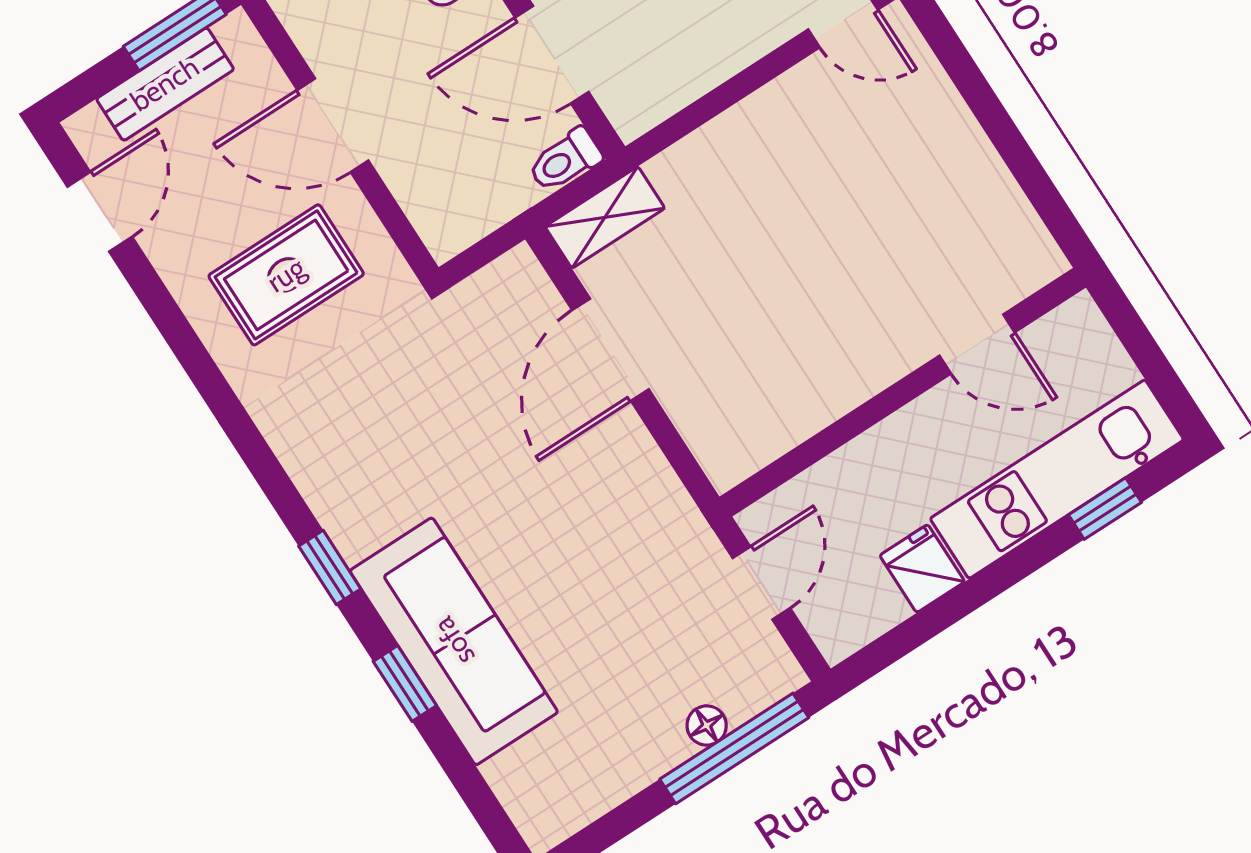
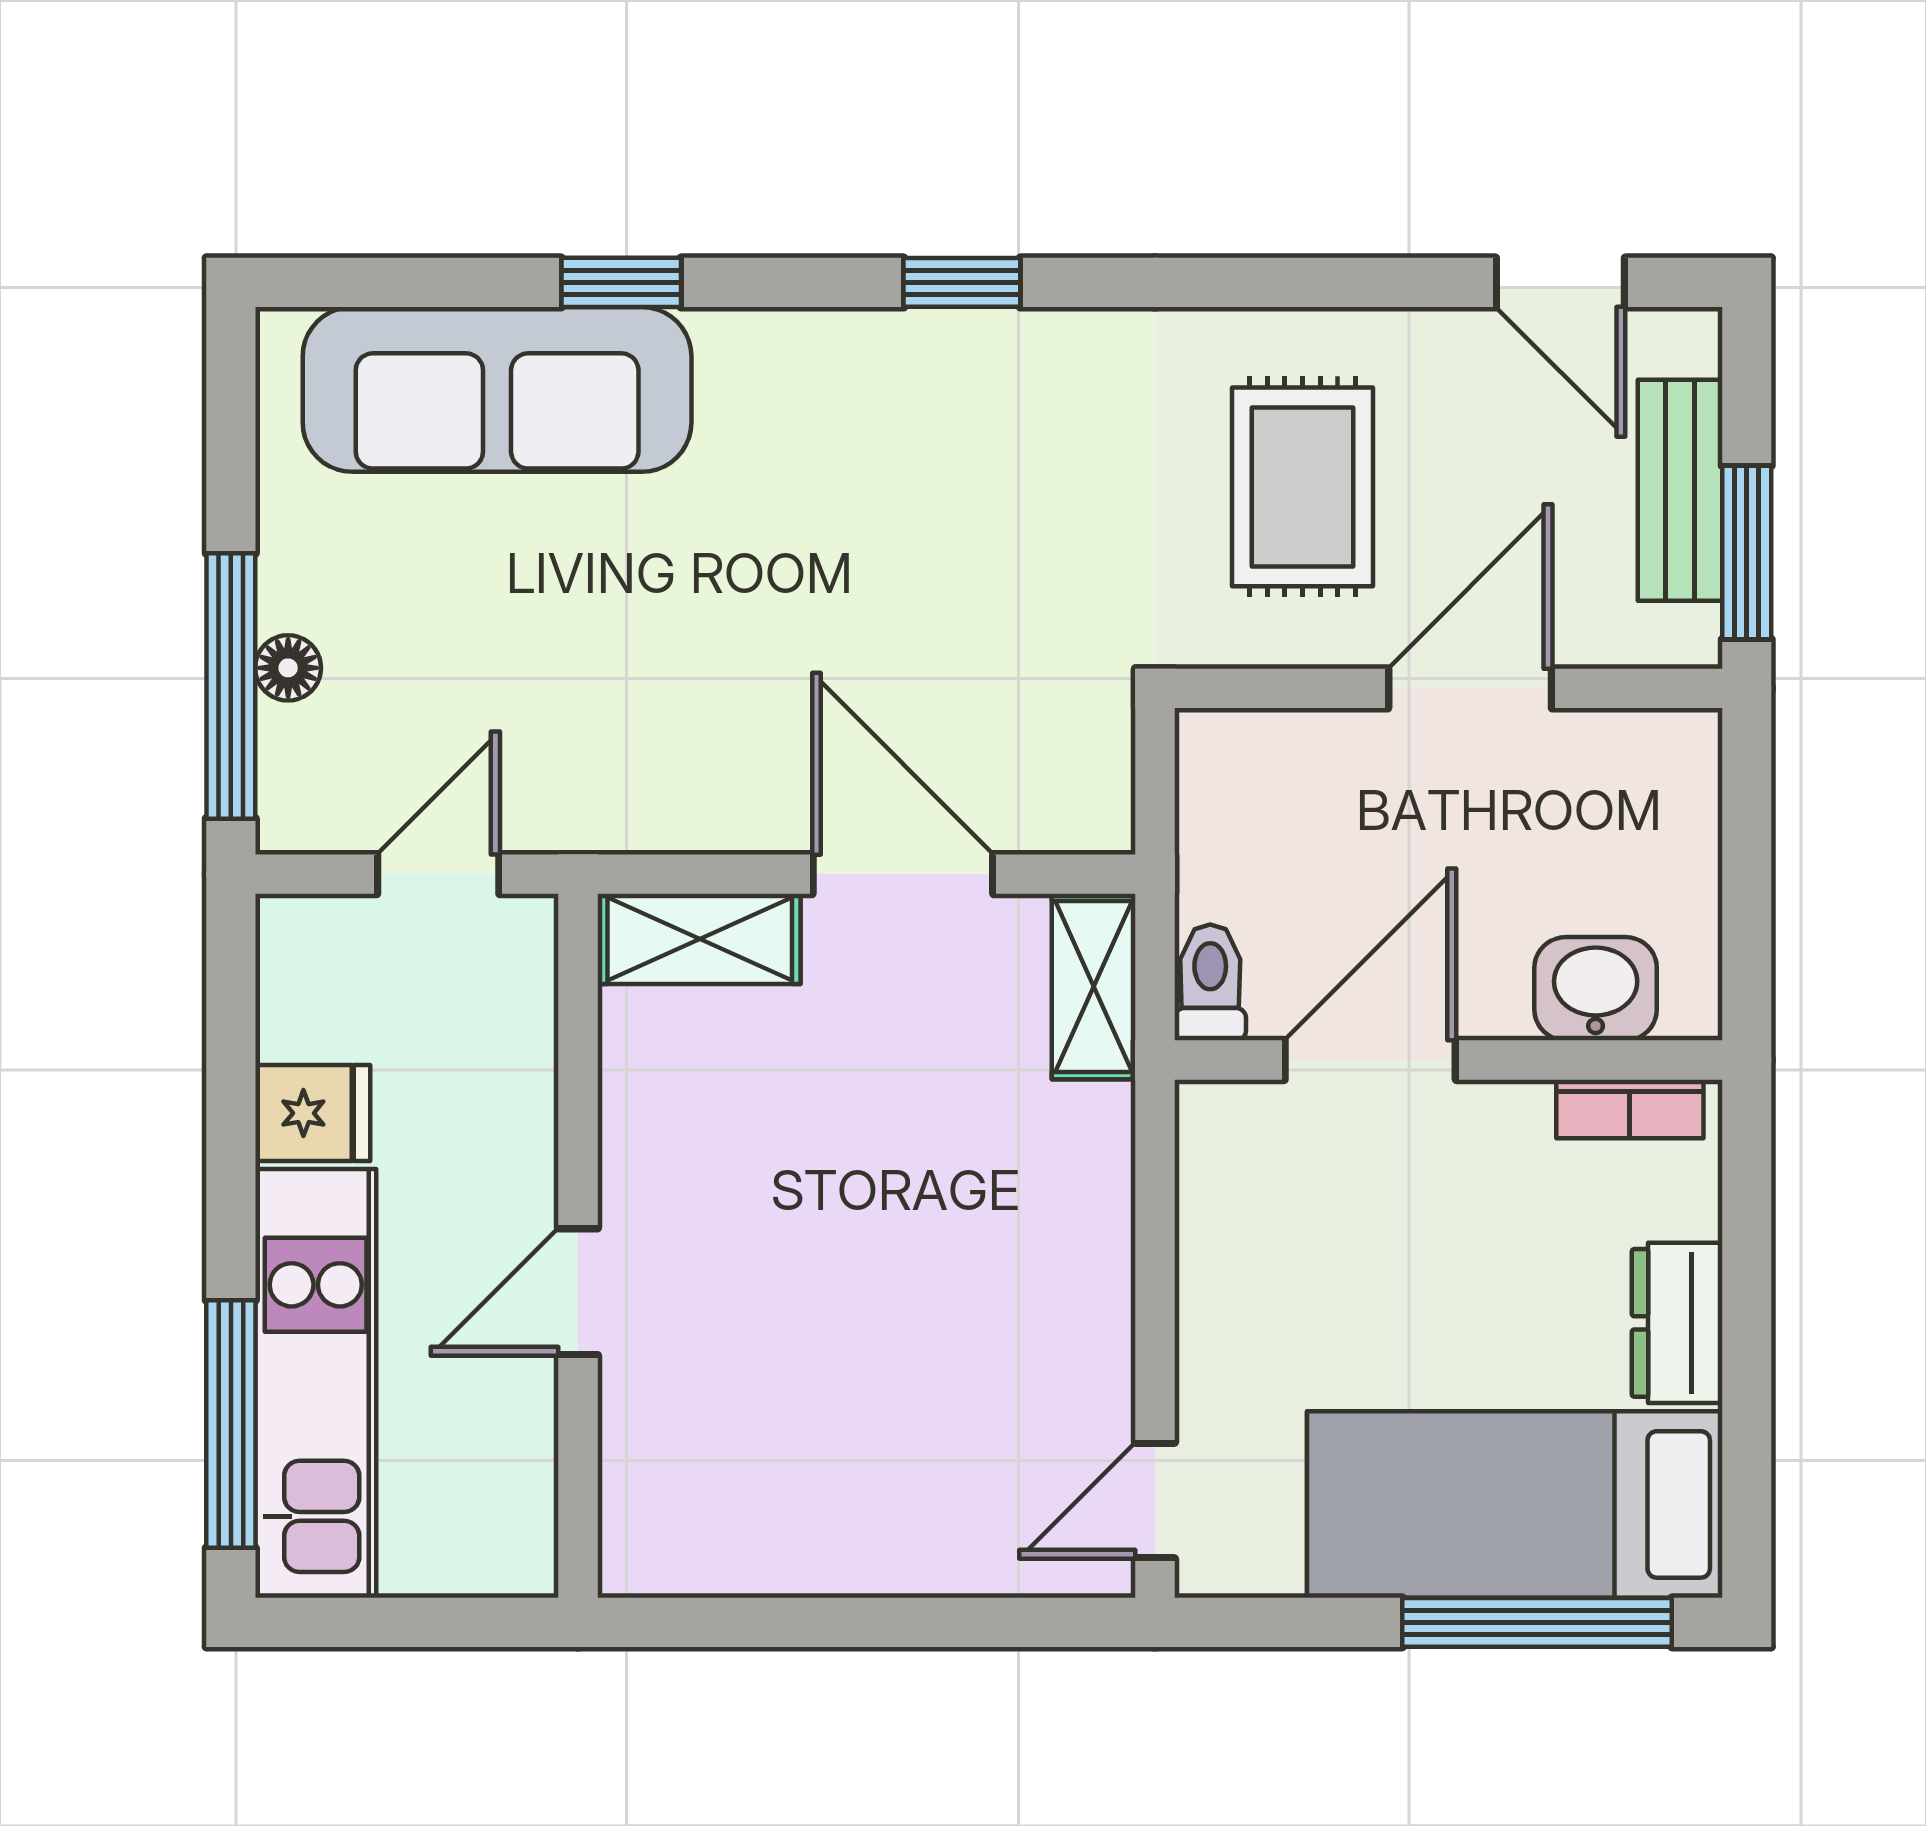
door: (977, 344) -> (578, 1292), moved
shelving: (709, 431) -> (700, 939), added
window: (1105, 509) -> (231, 1424), width x2.17
window: (330, 567) -> (962, 282), moved
door: (761, 583) -> (438, 874), swing flipped
sofa: (454, 641) -> (497, 389), moved

